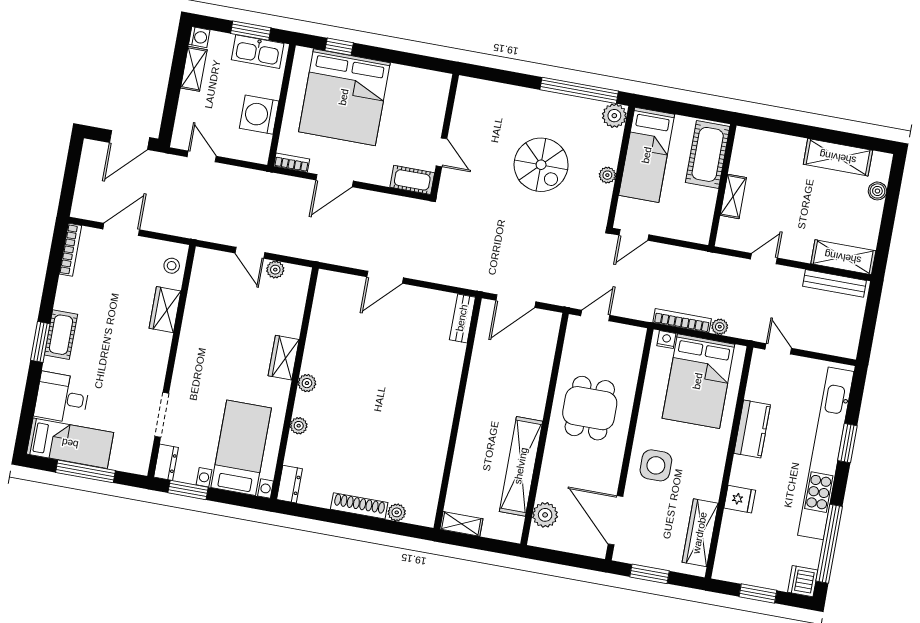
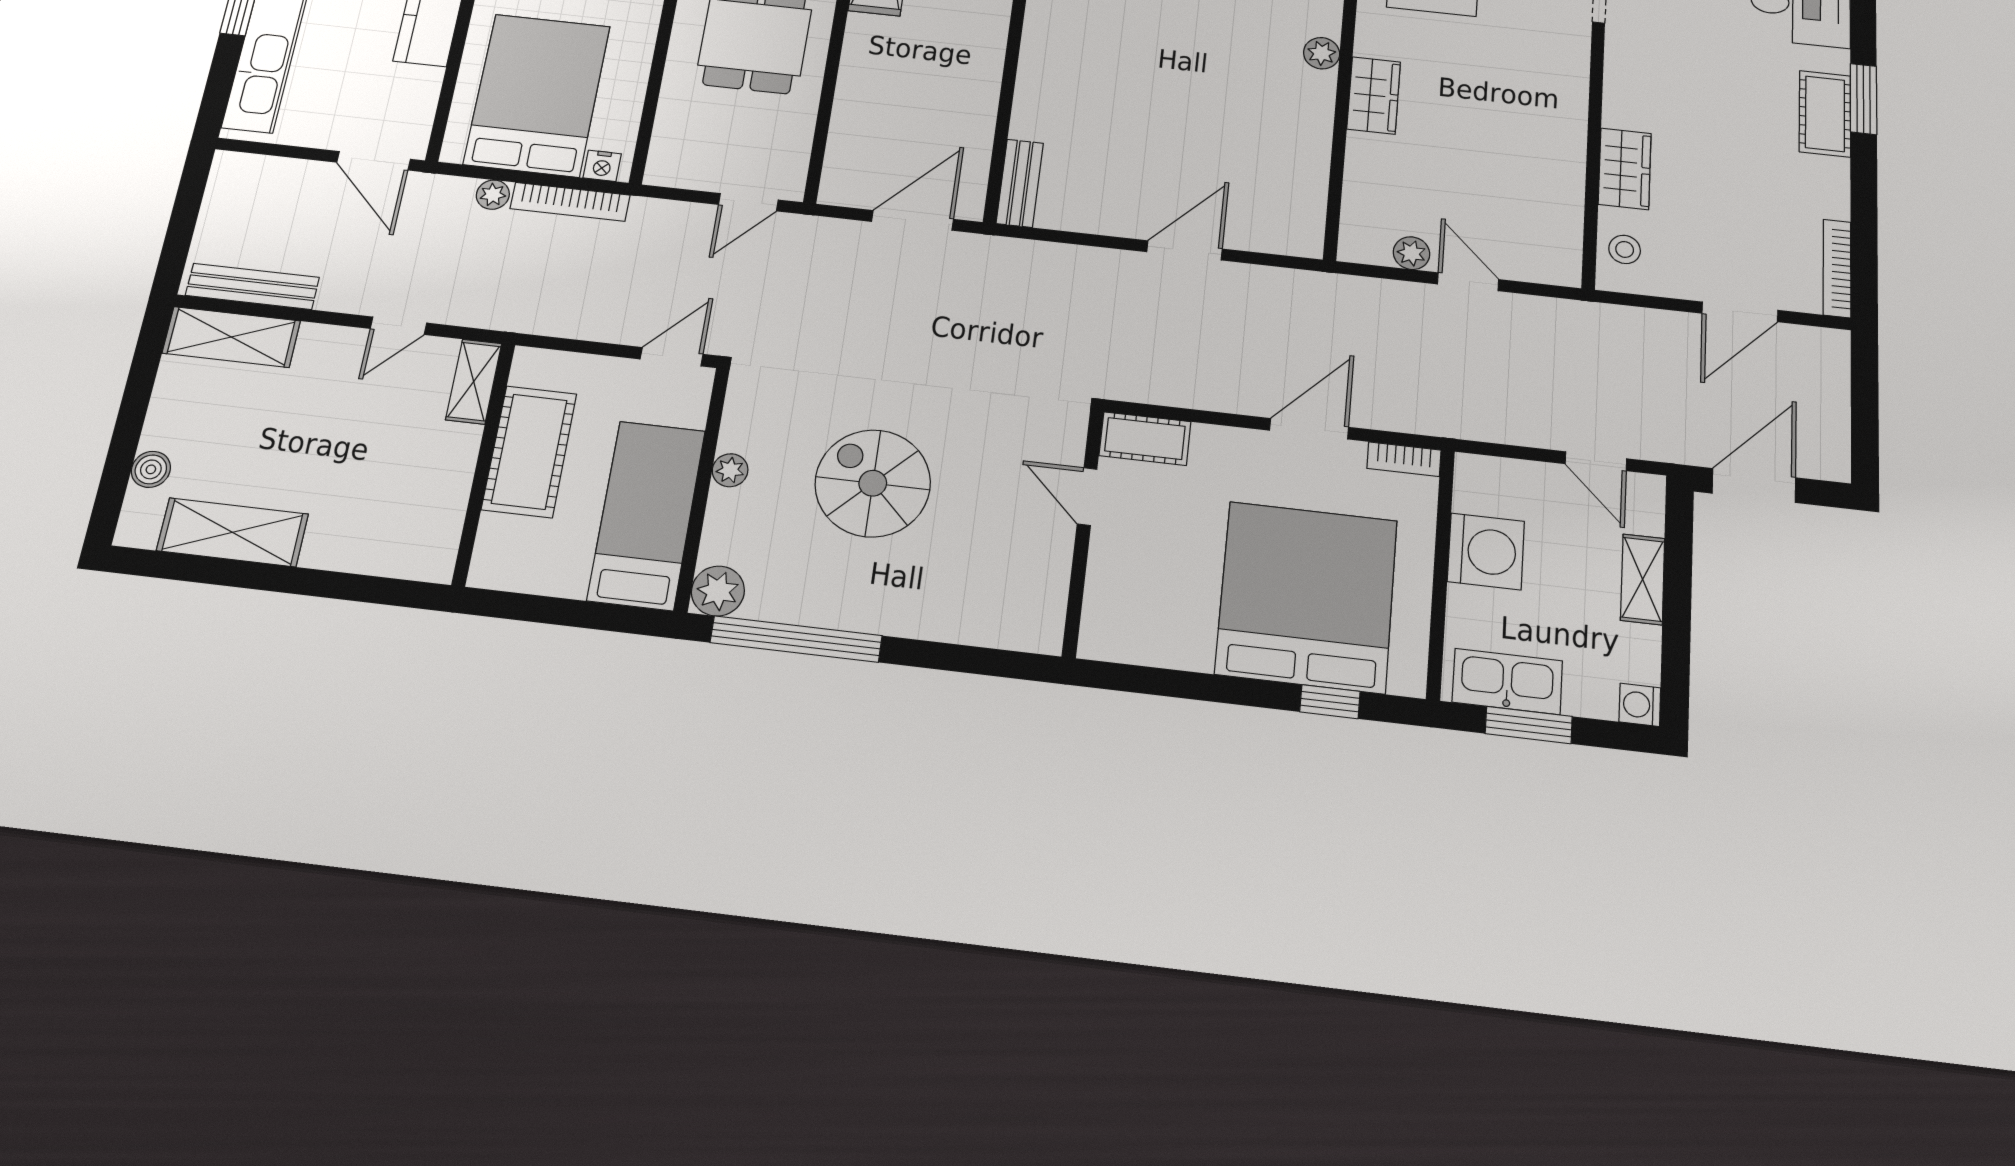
shelving: (194, 69) -> (1643, 579), moved
cot: (708, 154) -> (529, 451), moved
shelving: (733, 196) -> (474, 382), moved
door: (778, 349) -> (374, 161), width x1.38

